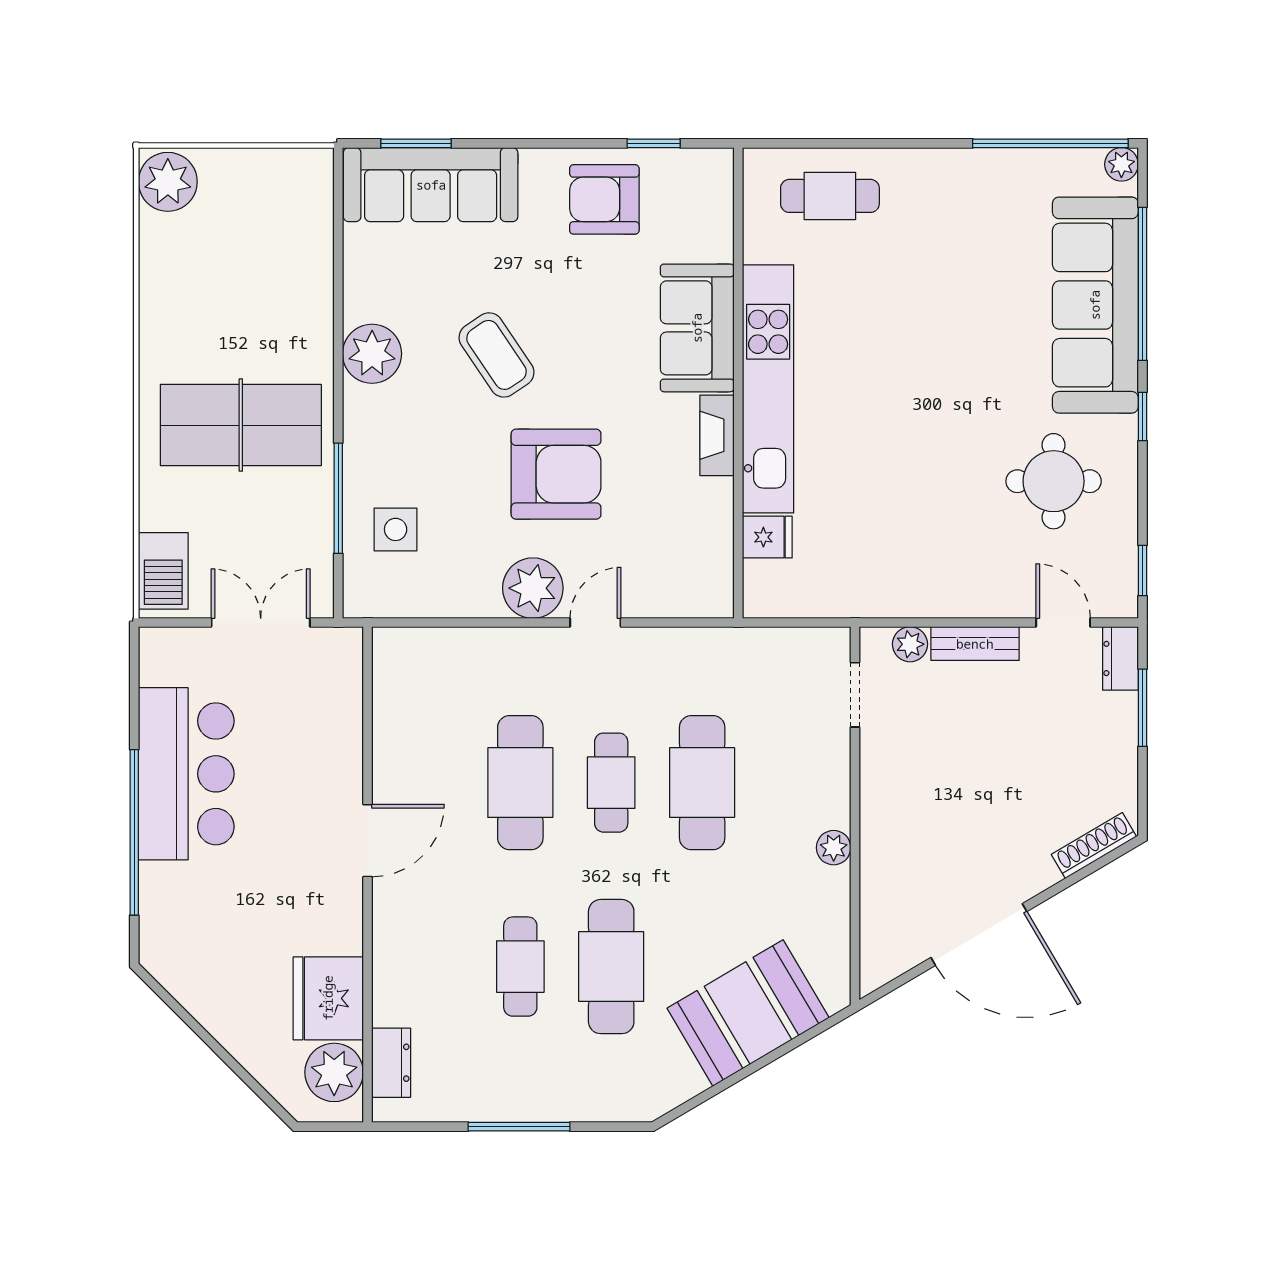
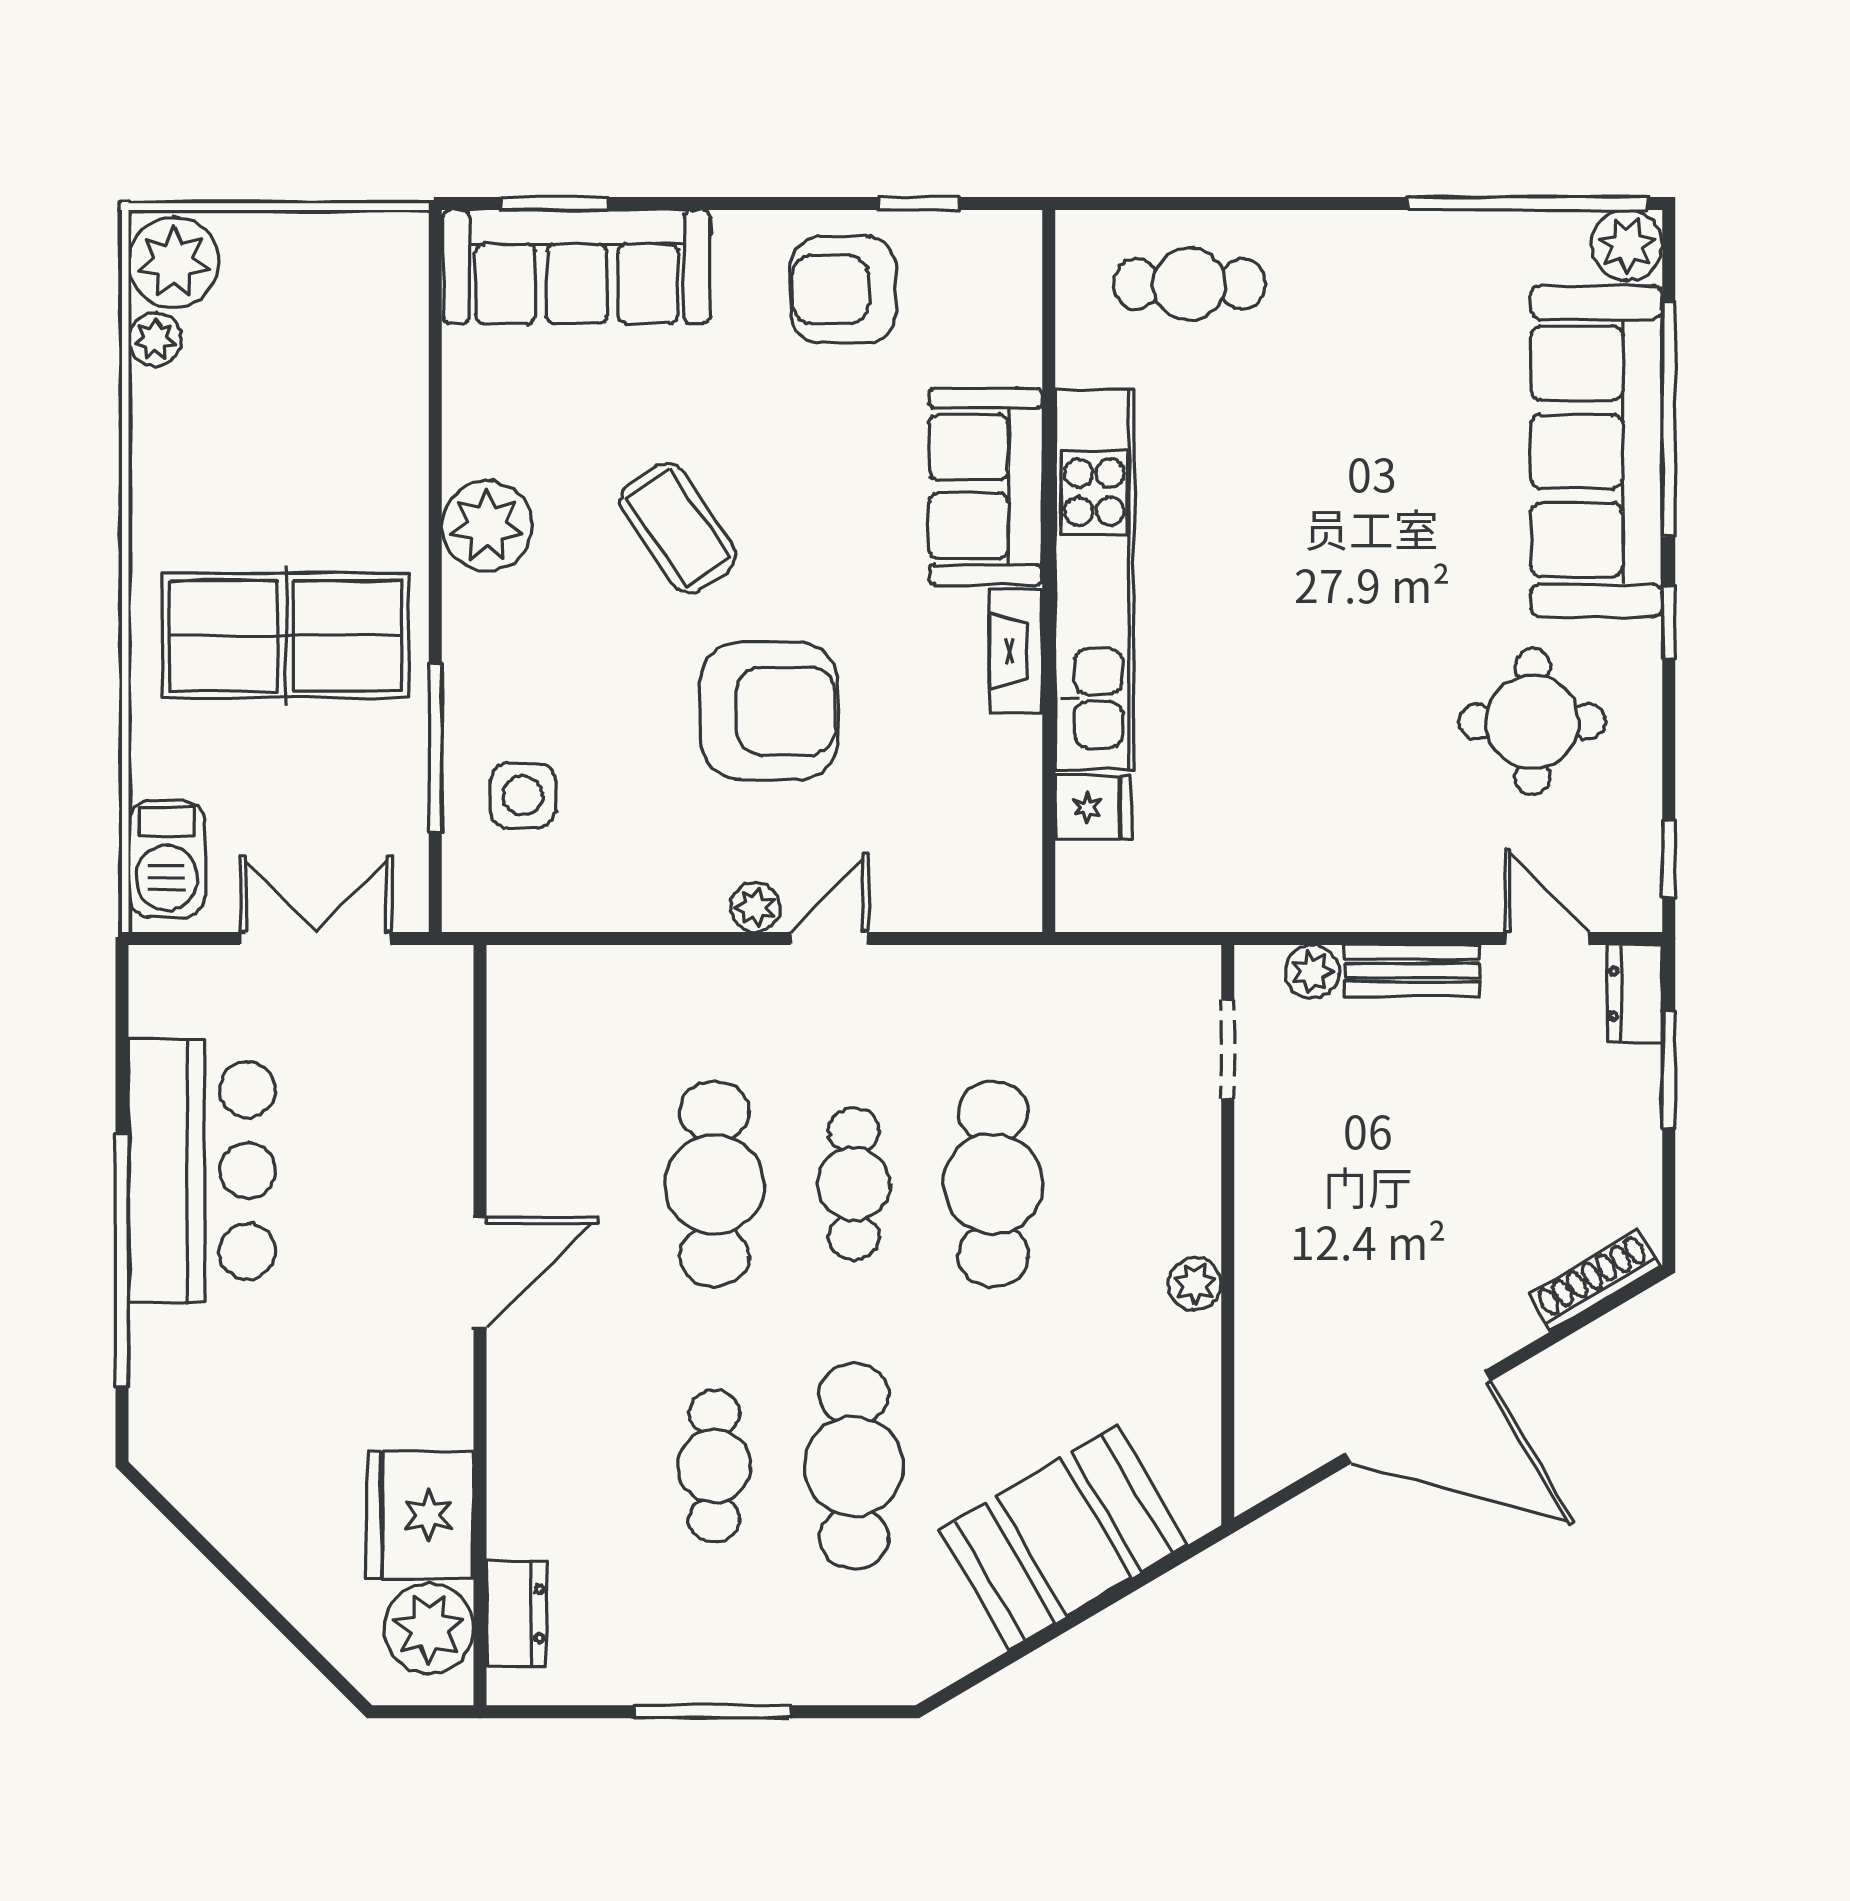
plant: (1121, 164) -> (1627, 245), width x1.38, depth x1.38
plant: (156, 232) -> (155, 339), added
plant: (533, 588) -> (755, 907), width x0.53, depth x0.53

